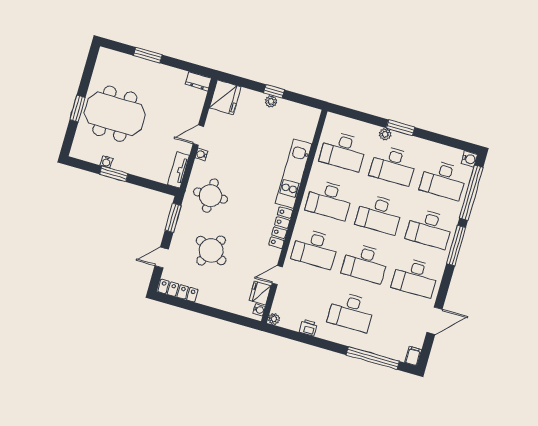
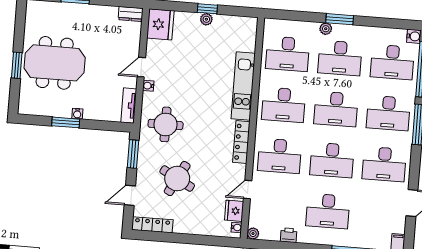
water cooler: (106, 162) -> (77, 114), moved

